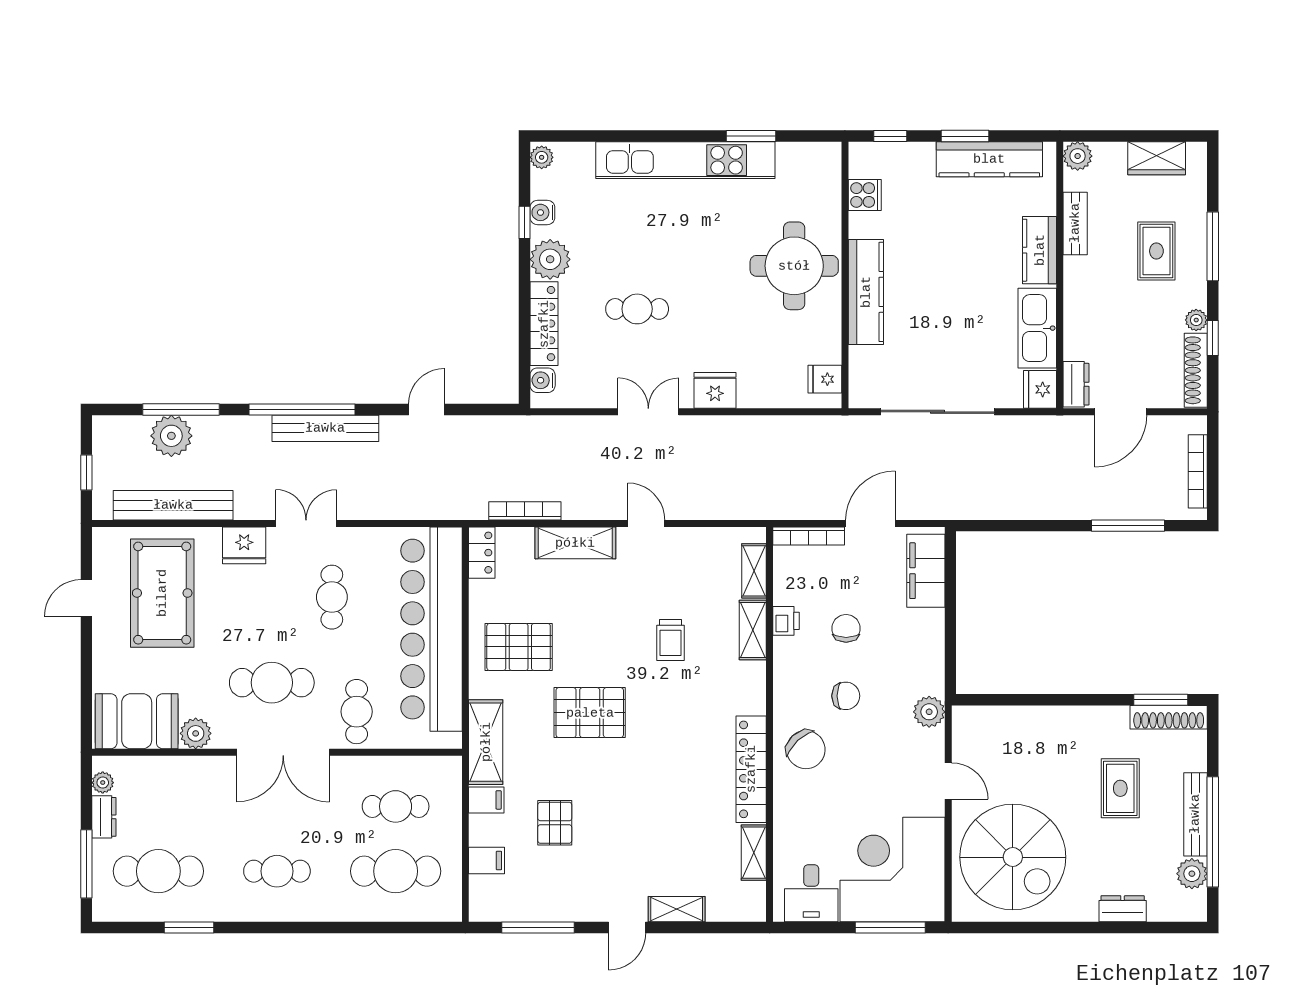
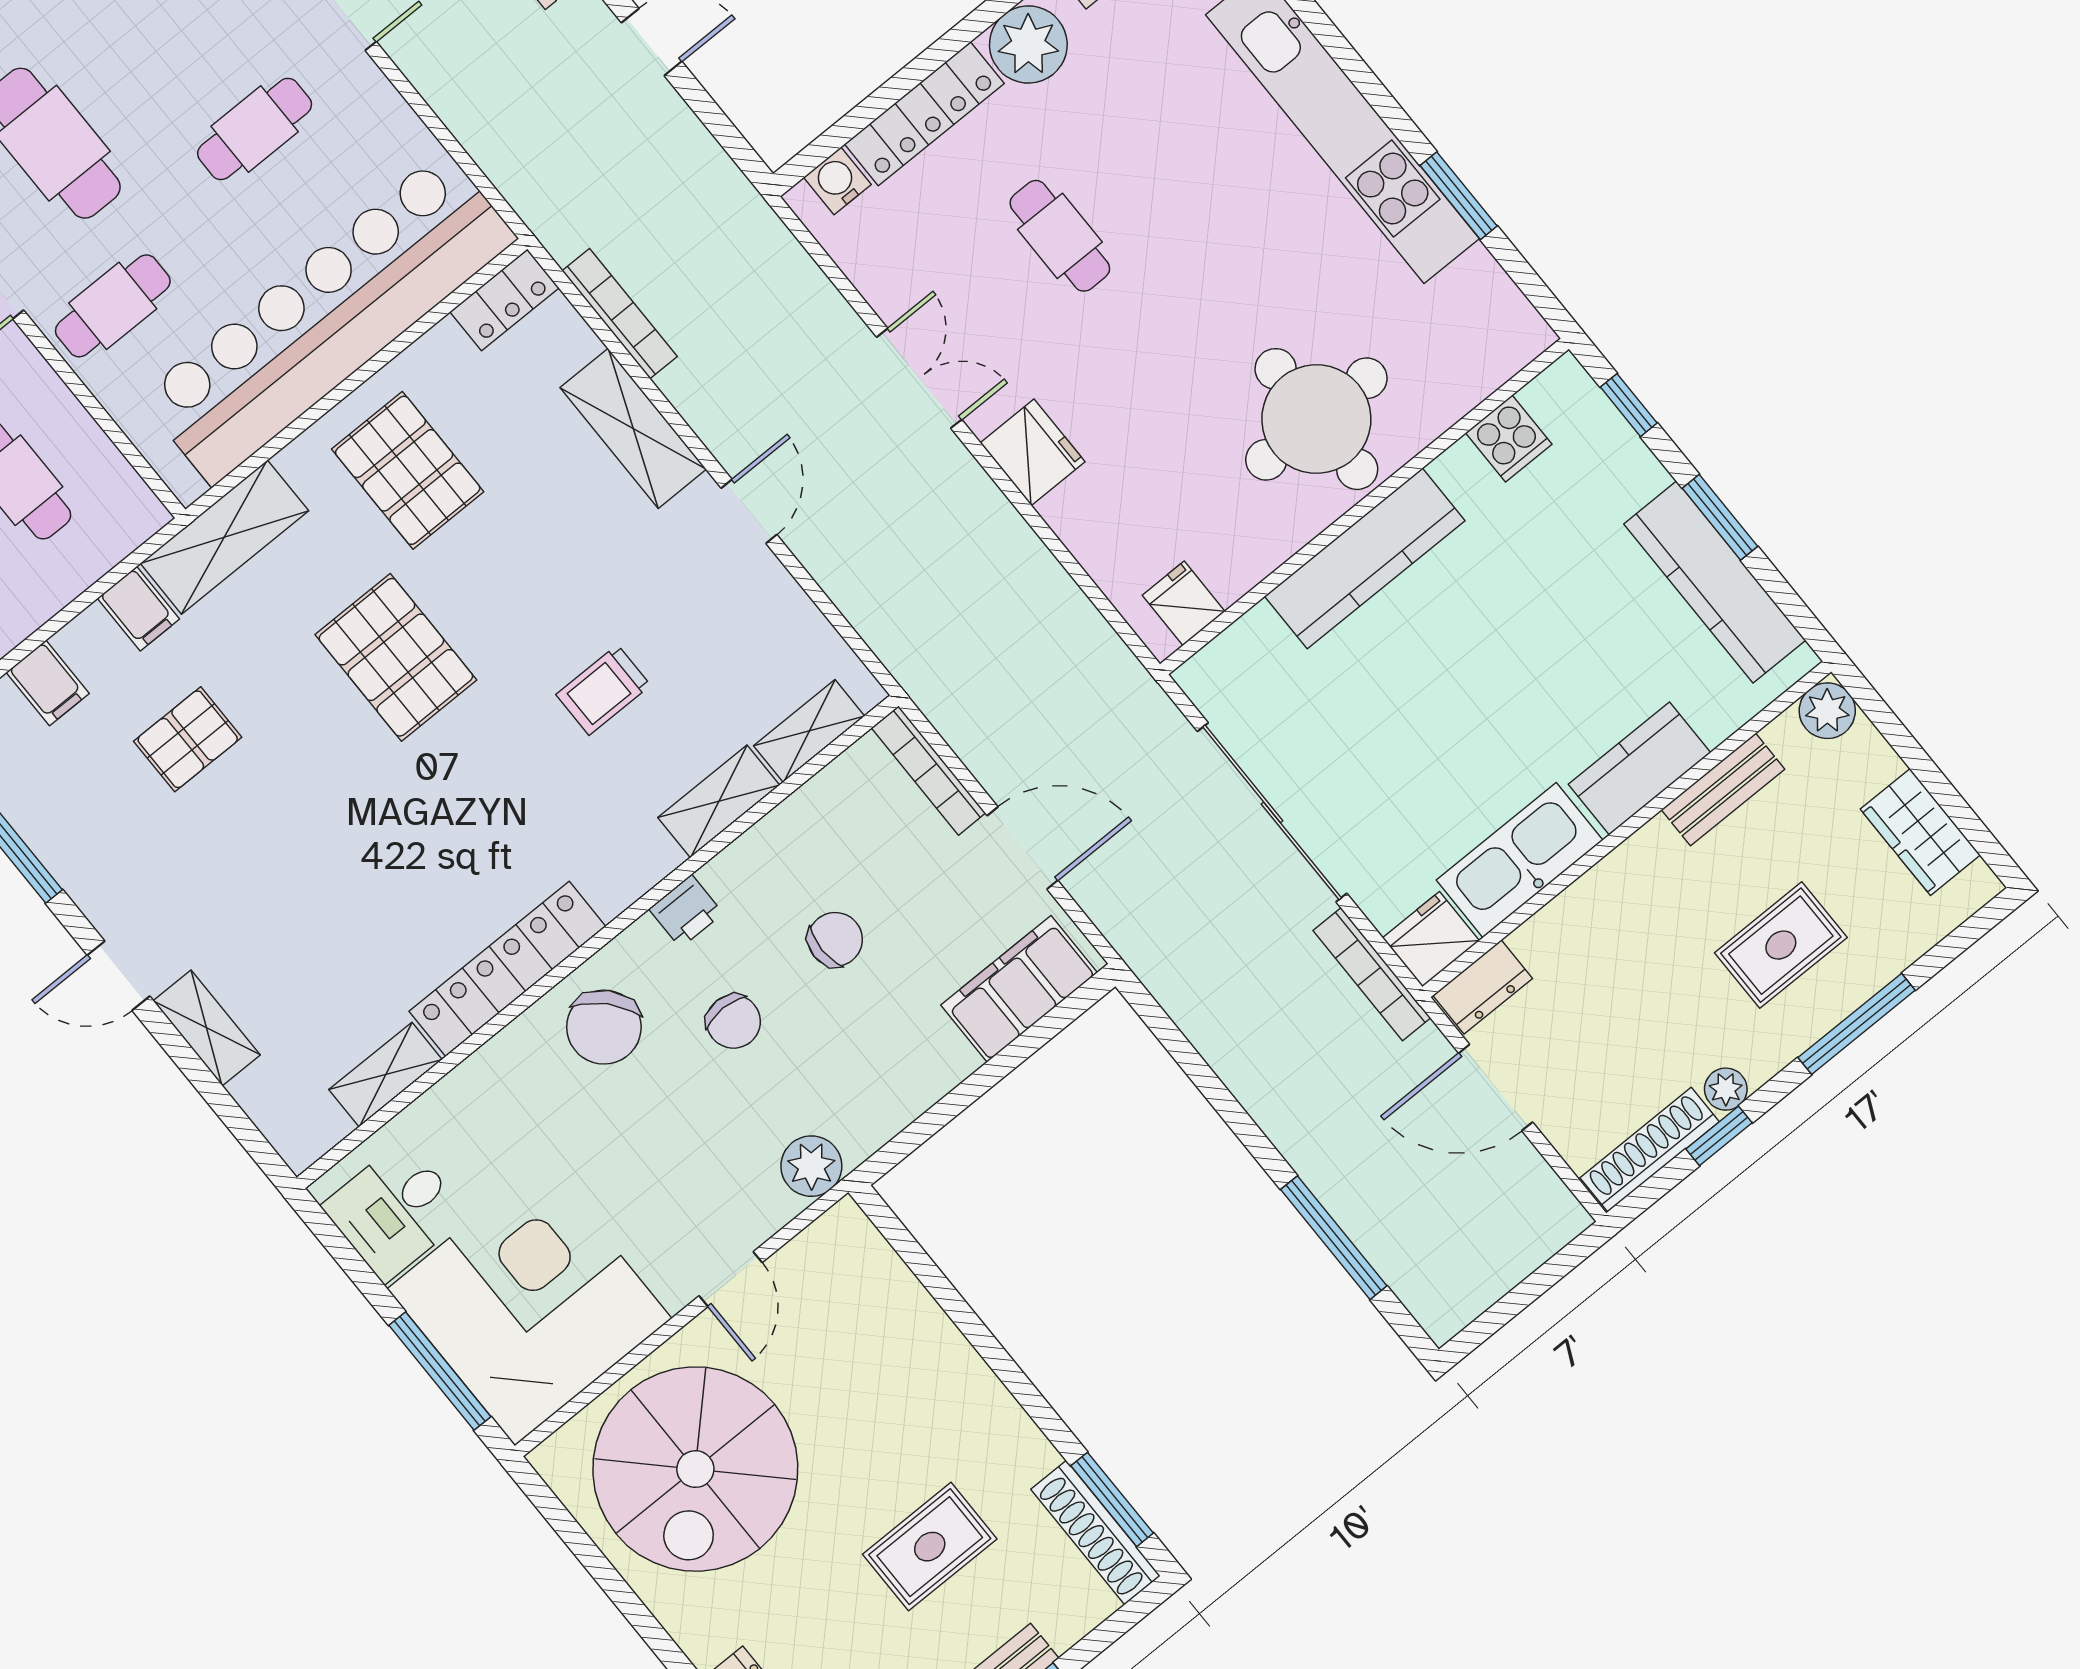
bookcase: (1198, 471) -> (1372, 974), moved, turned -90
printer: (786, 621) -> (686, 911), moved

